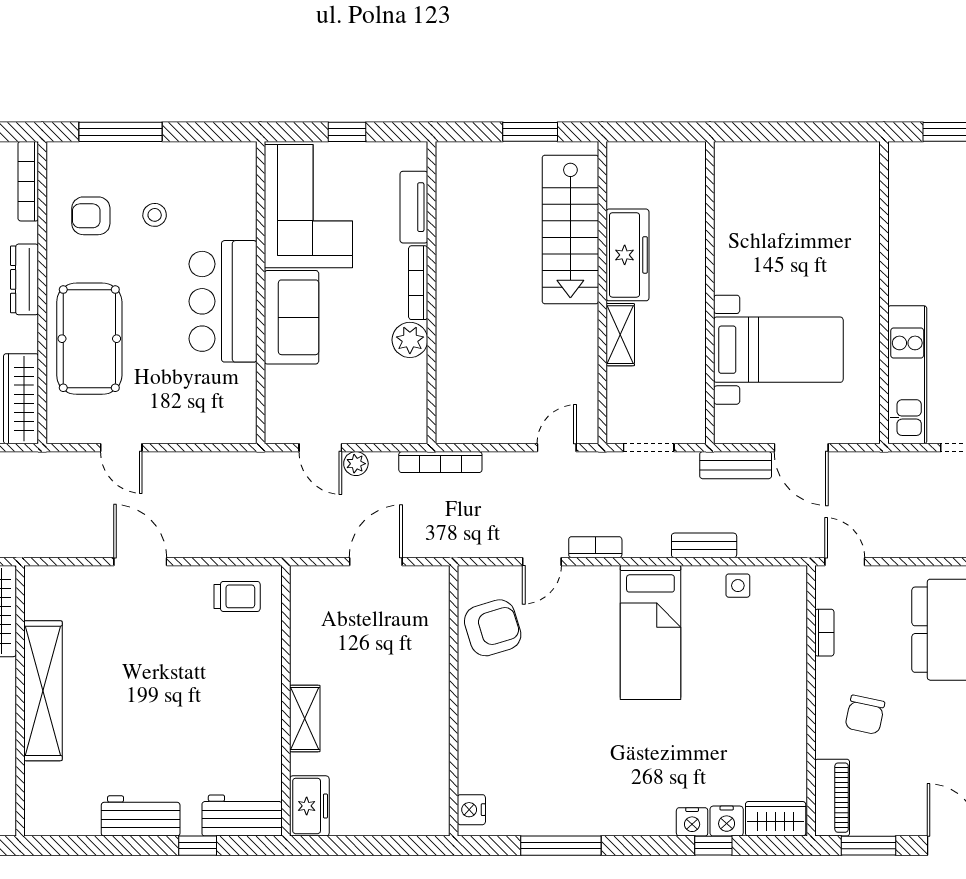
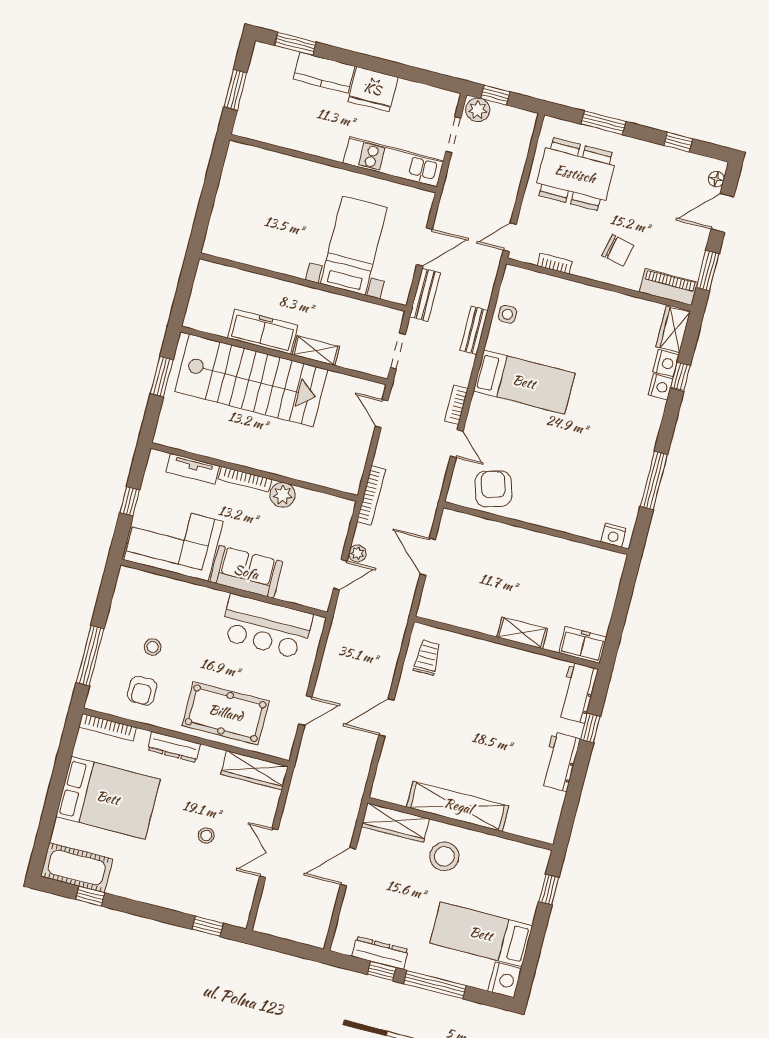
stairs: (570, 229) -> (251, 381), width x1.36, depth x1.51
bar counter: (223, 301) -> (266, 627), moved

